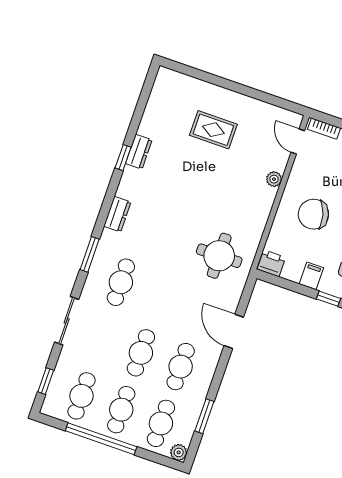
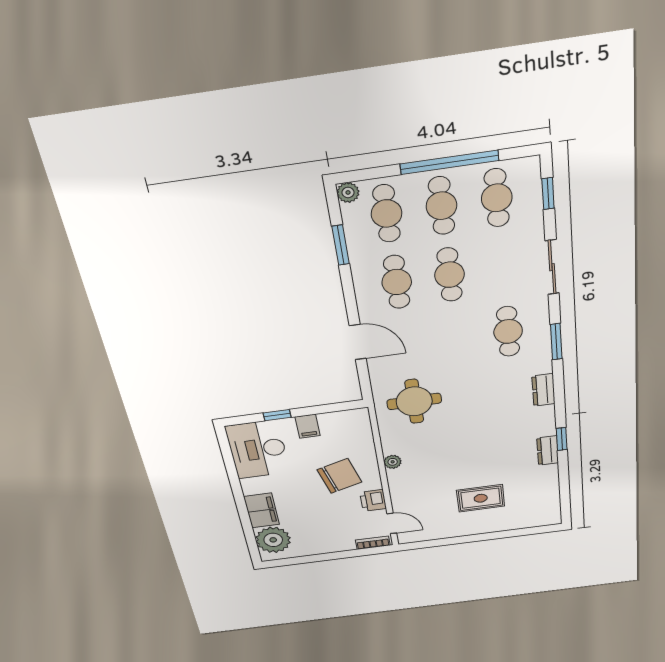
plant: (274, 179) -> (393, 462), moved
printer: (271, 263) -> (373, 500), moved, turned 90

